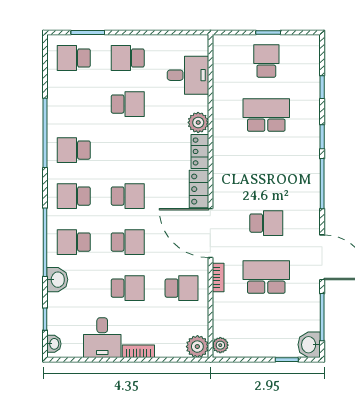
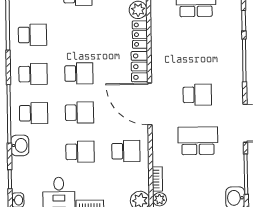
school desk: (74, 150) -> (32, 35), turned 180
school desk: (74, 196) -> (33, 74), turned 180
school desk: (74, 242) -> (34, 113), turned 180
bookcase: (218, 277) -> (157, 179), moved

